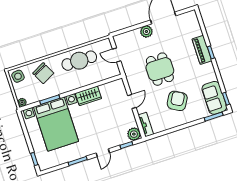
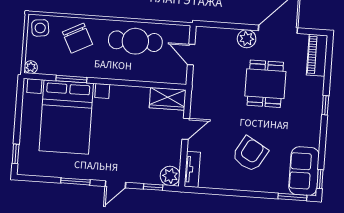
piano: (202, 50) -> (317, 55), moved
dining table: (160, 69) -> (265, 84), moved
wardrobe: (88, 96) -> (168, 99), moved

